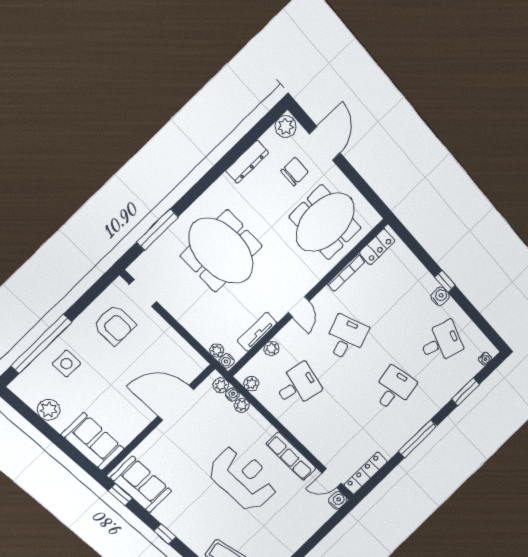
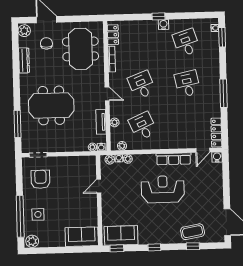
armchair: (114, 325) -> (40, 179), turned -90
desk: (441, 342) -> (186, 43), turned -36
desk: (298, 385) -> (143, 126), turned -36
window: (465, 392) -> (222, 37), moved
door: (176, 403) -> (99, 186), width x0.53
plant: (49, 410) -> (32, 241), moved

